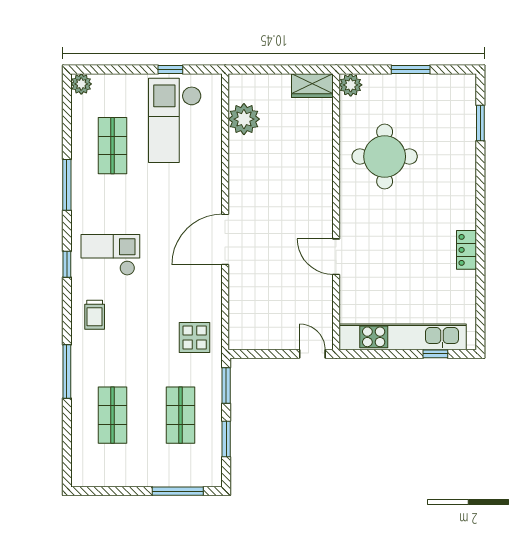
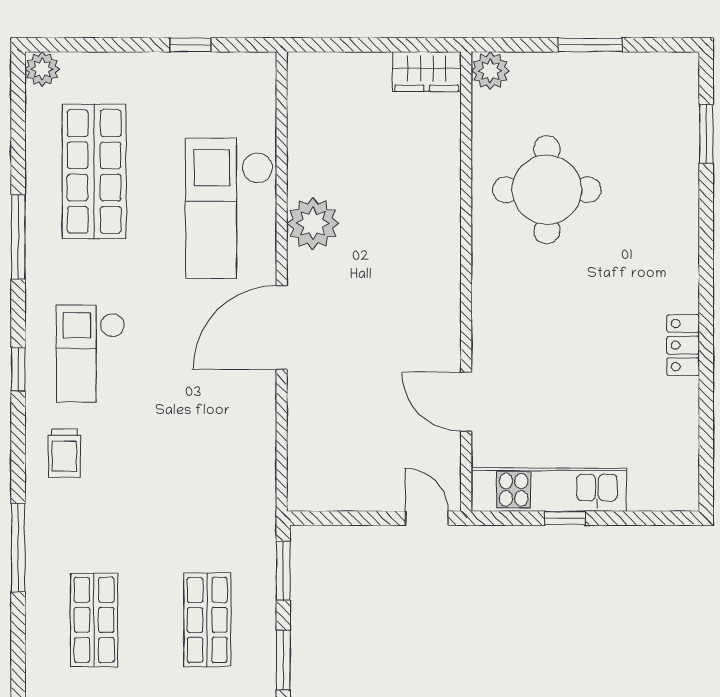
plant: (244, 119) -> (313, 223), moved
checkout: (175, 120) -> (229, 208), moved
shop shelf: (112, 146) -> (94, 171), width x1.43, depth x1.36
checkout: (110, 255) -> (91, 353), turned -90
door: (336, 257) -> (466, 402), moved
kitchen unit: (403, 337) -> (549, 490), width x0.73
display table: (195, 338) -> (231, 491), removed
window: (435, 354) -> (565, 518), moved

